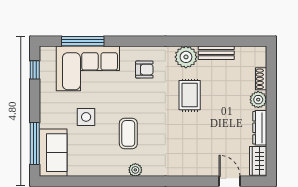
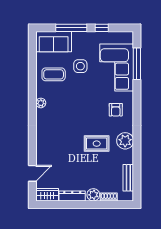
bench: (216, 53) -> (128, 178), moved
window: (35, 70) -> (102, 28), moved
coffee table: (128, 133) -> (54, 74), moved
window: (35, 144) -> (71, 28), moved

